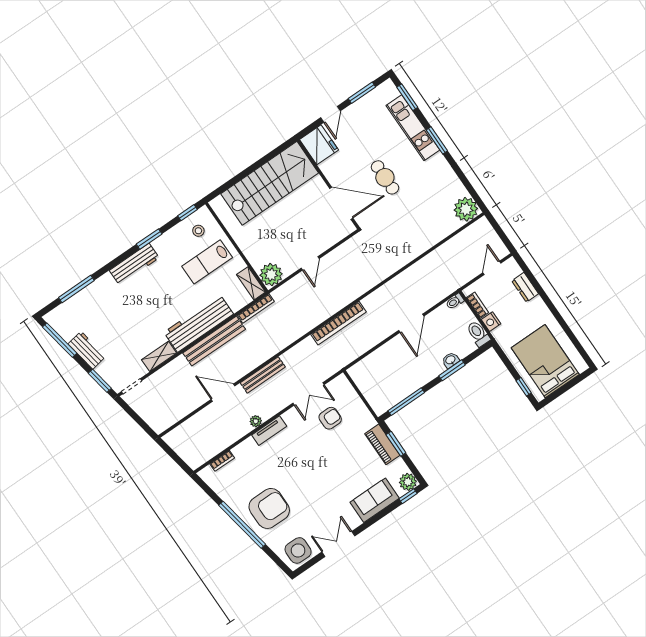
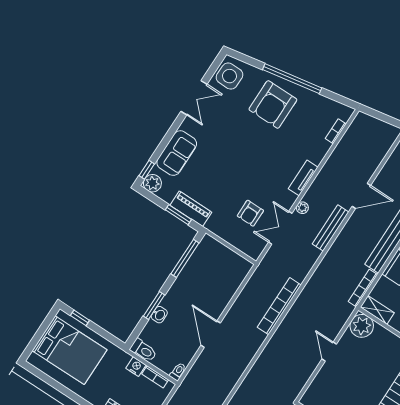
plant: (256, 421) -> (302, 208), moved

